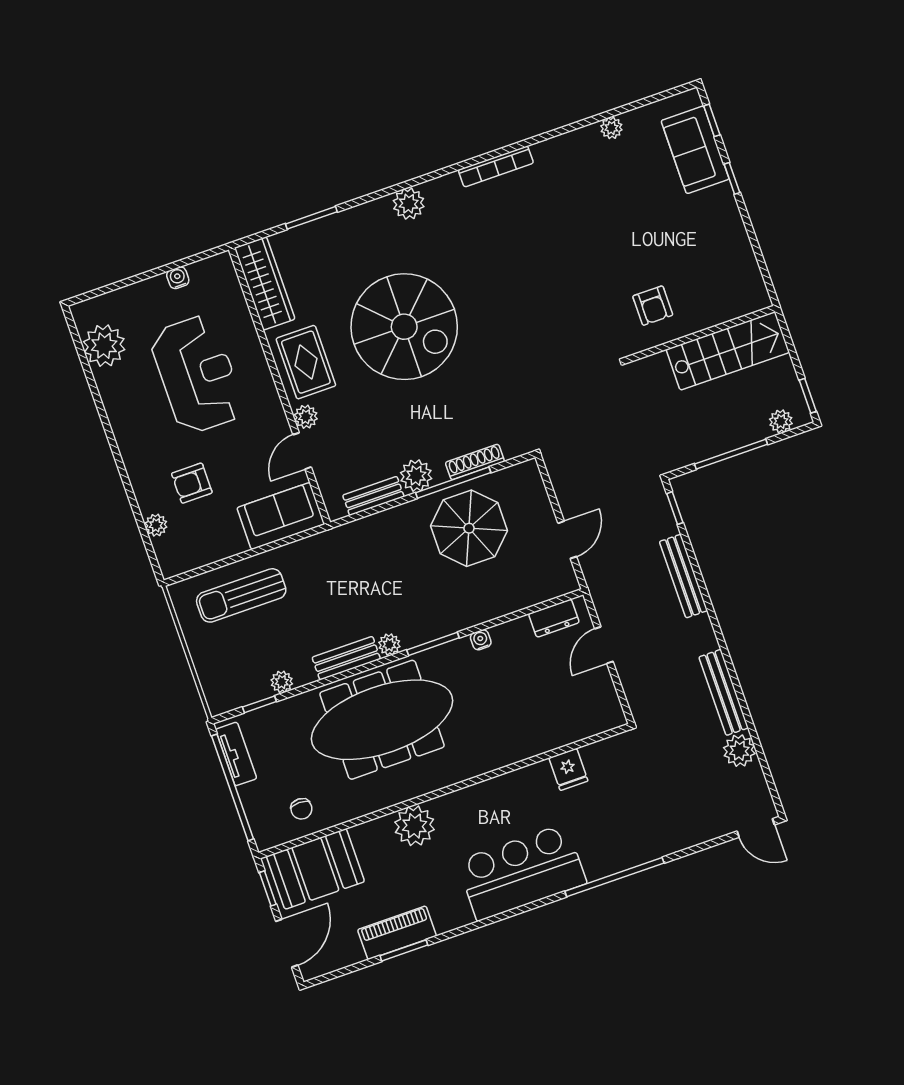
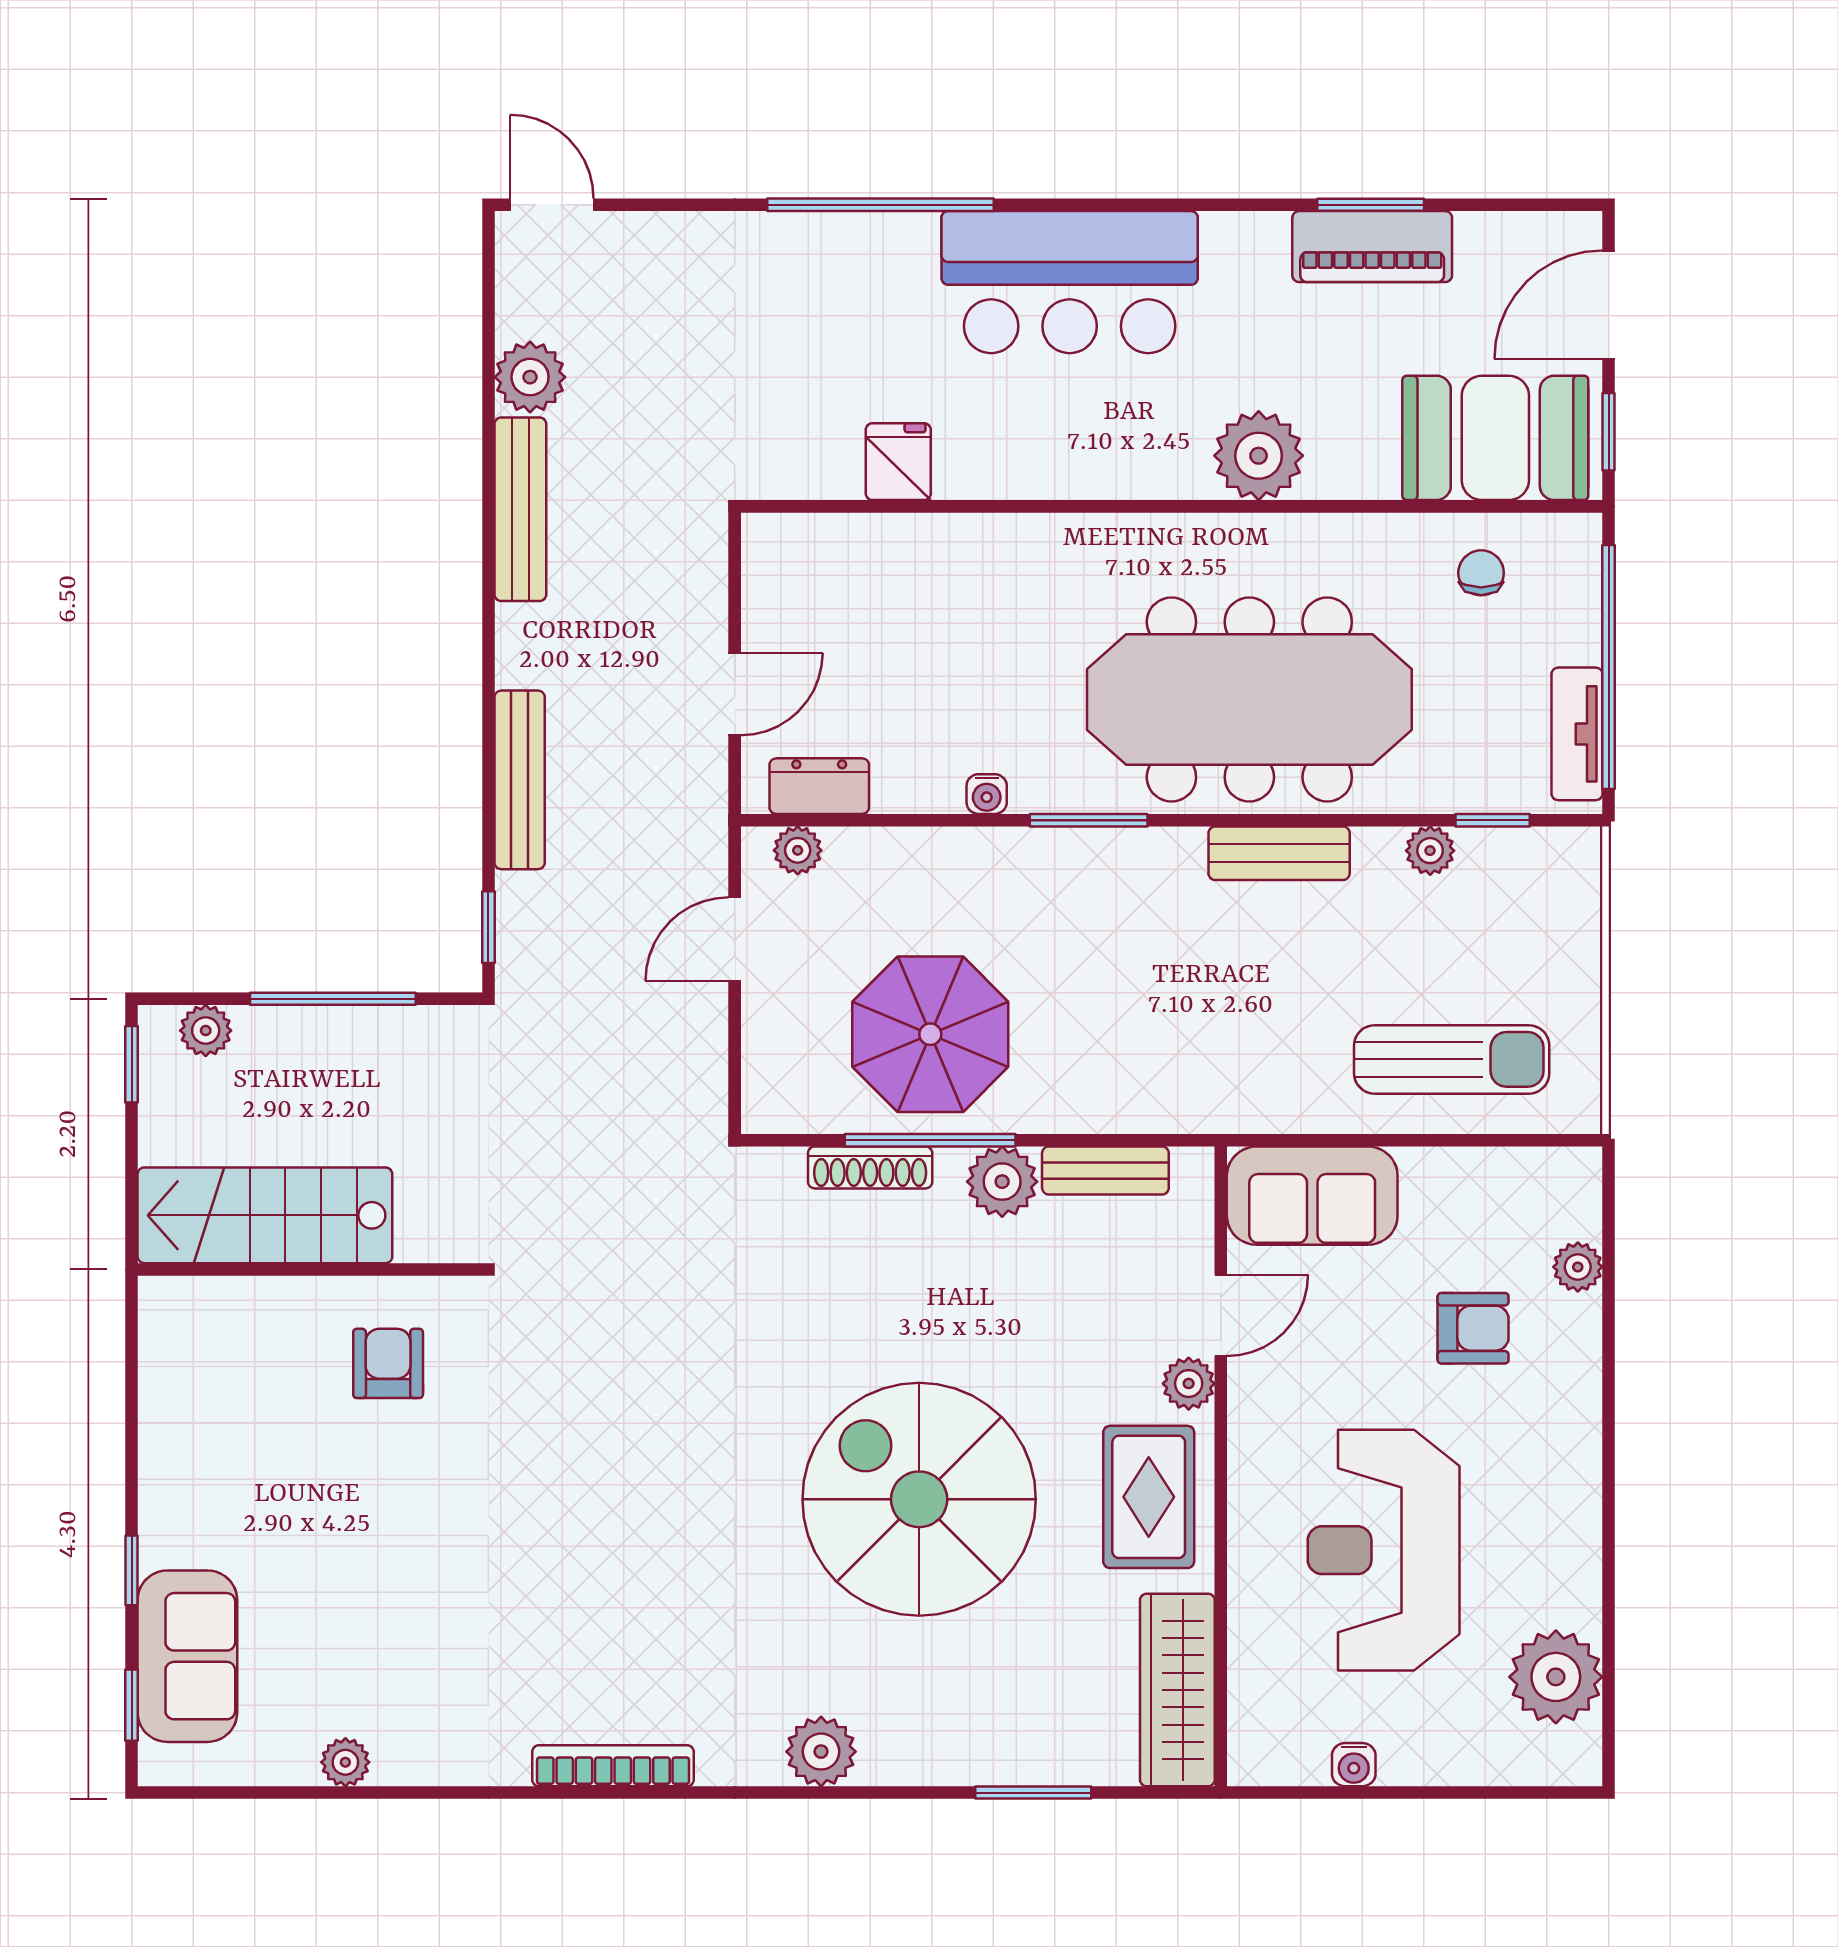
plant: (389, 645) -> (798, 850), moved

